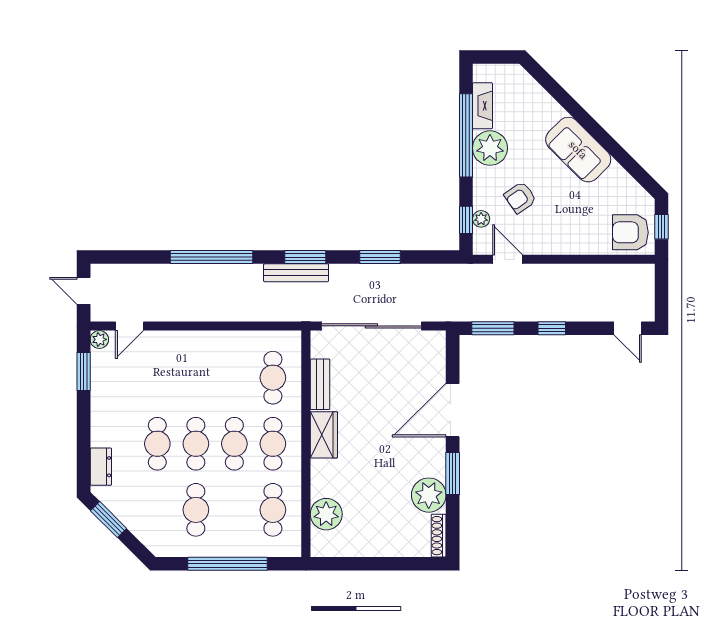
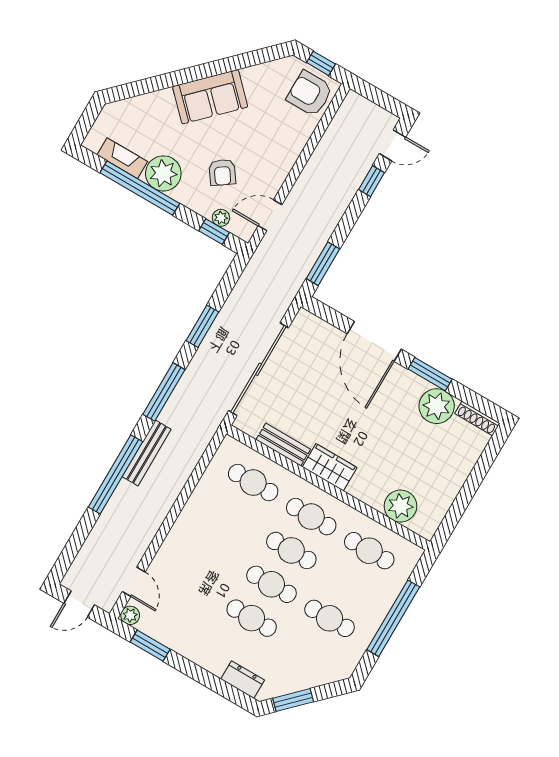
armchair: (630, 232) -> (310, 93), turned 90
window: (305, 257) -> (164, 392), width x1.44
bench: (296, 273) -> (147, 453), moved
window: (552, 328) -> (371, 181), moved

